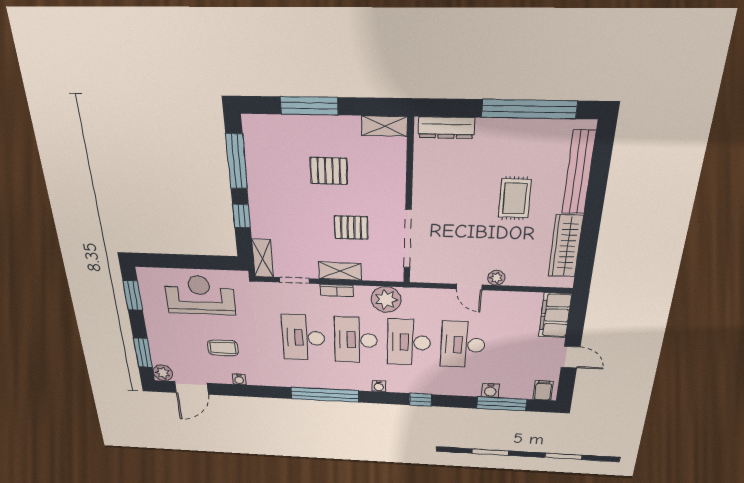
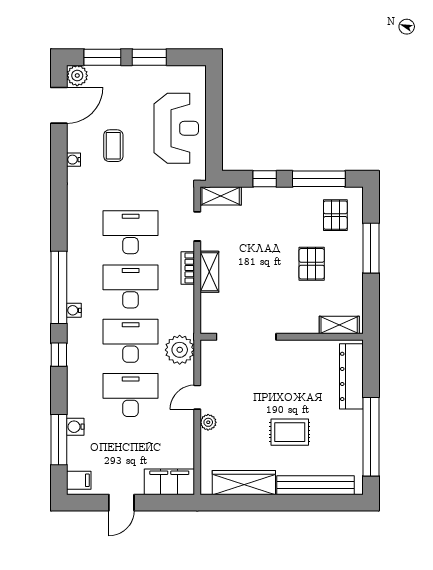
shelving: (384, 126) -> (339, 325), moved, turned 90
dresser: (446, 128) -> (351, 376), width x1.37, depth x1.24
pallet: (351, 228) -> (335, 215), moved
window: (133, 295) -> (149, 57), moved
plant: (386, 299) -> (180, 350), moved
door: (192, 388) -> (59, 105), swing flipped
window: (325, 395) -> (59, 287), moved

